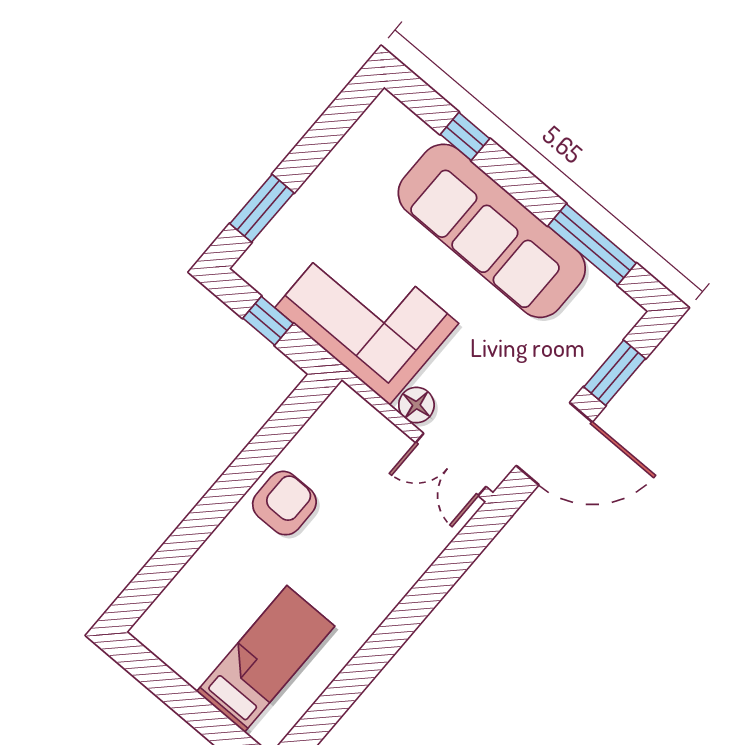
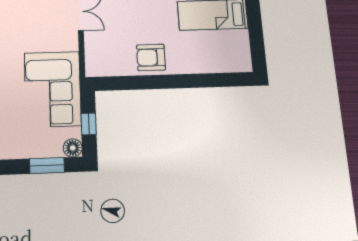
floor lamp: (416, 405) -> (73, 148), moved

